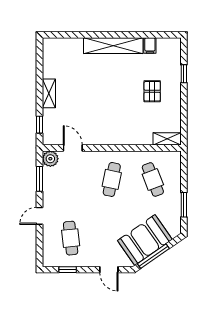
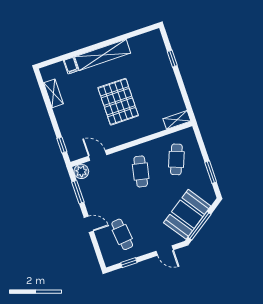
filing cabinet: (150, 45) -> (71, 65), moved
pallet: (152, 91) -> (118, 102), moved, width x2.05, depth x2.00
shelving: (49, 93) -> (53, 93), moved
cafe table: (153, 179) -> (176, 159), turned 42
door: (40, 216) -> (89, 224), swing flipped

